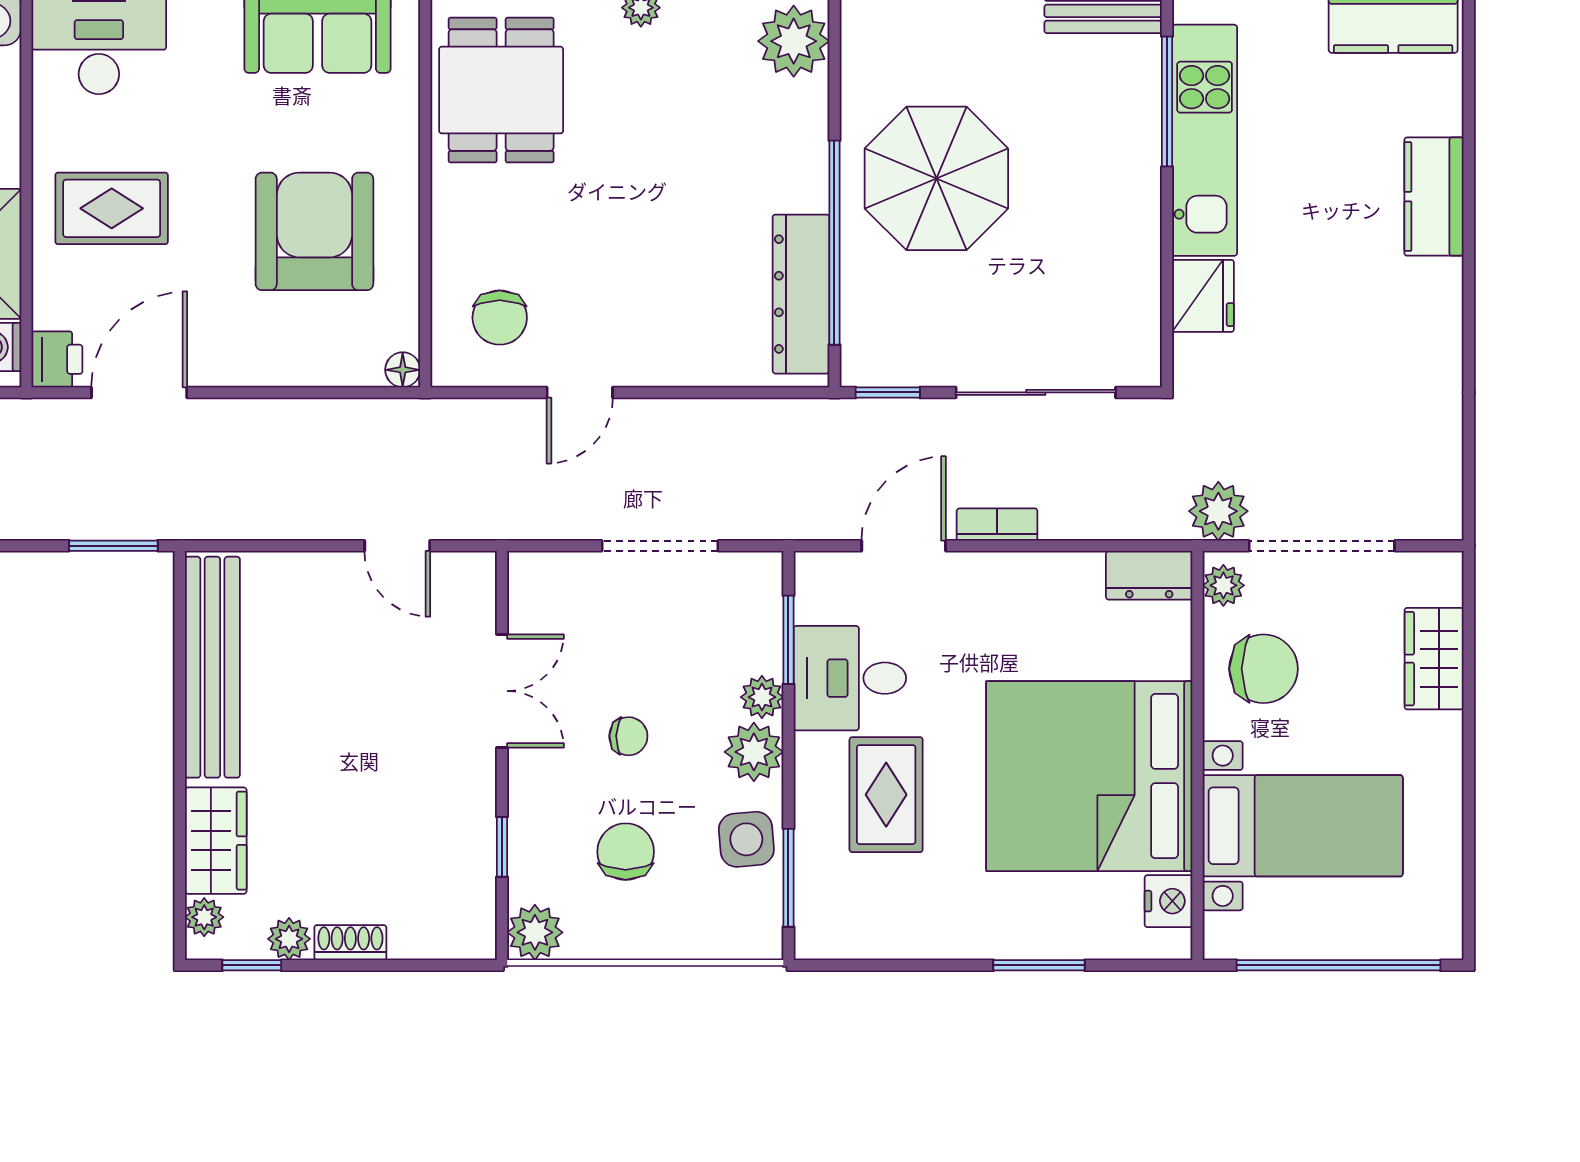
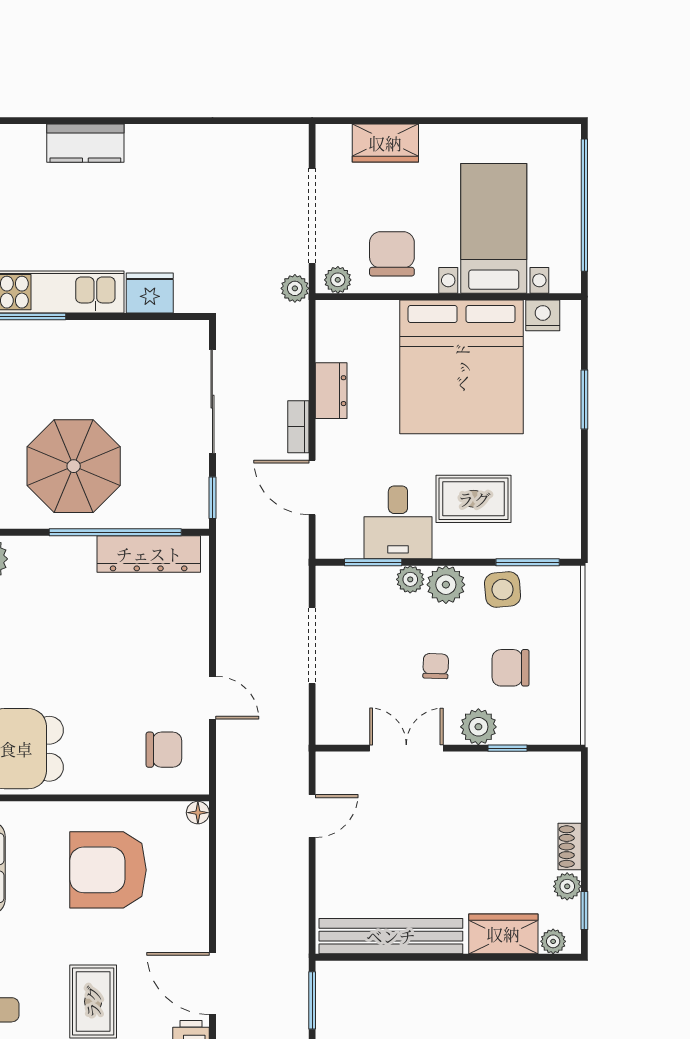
plant: (1218, 511) -> (295, 288), width x0.73, depth x0.73
dresser: (1149, 575) -> (331, 391), moved
plant: (535, 932) -> (478, 727), moved

